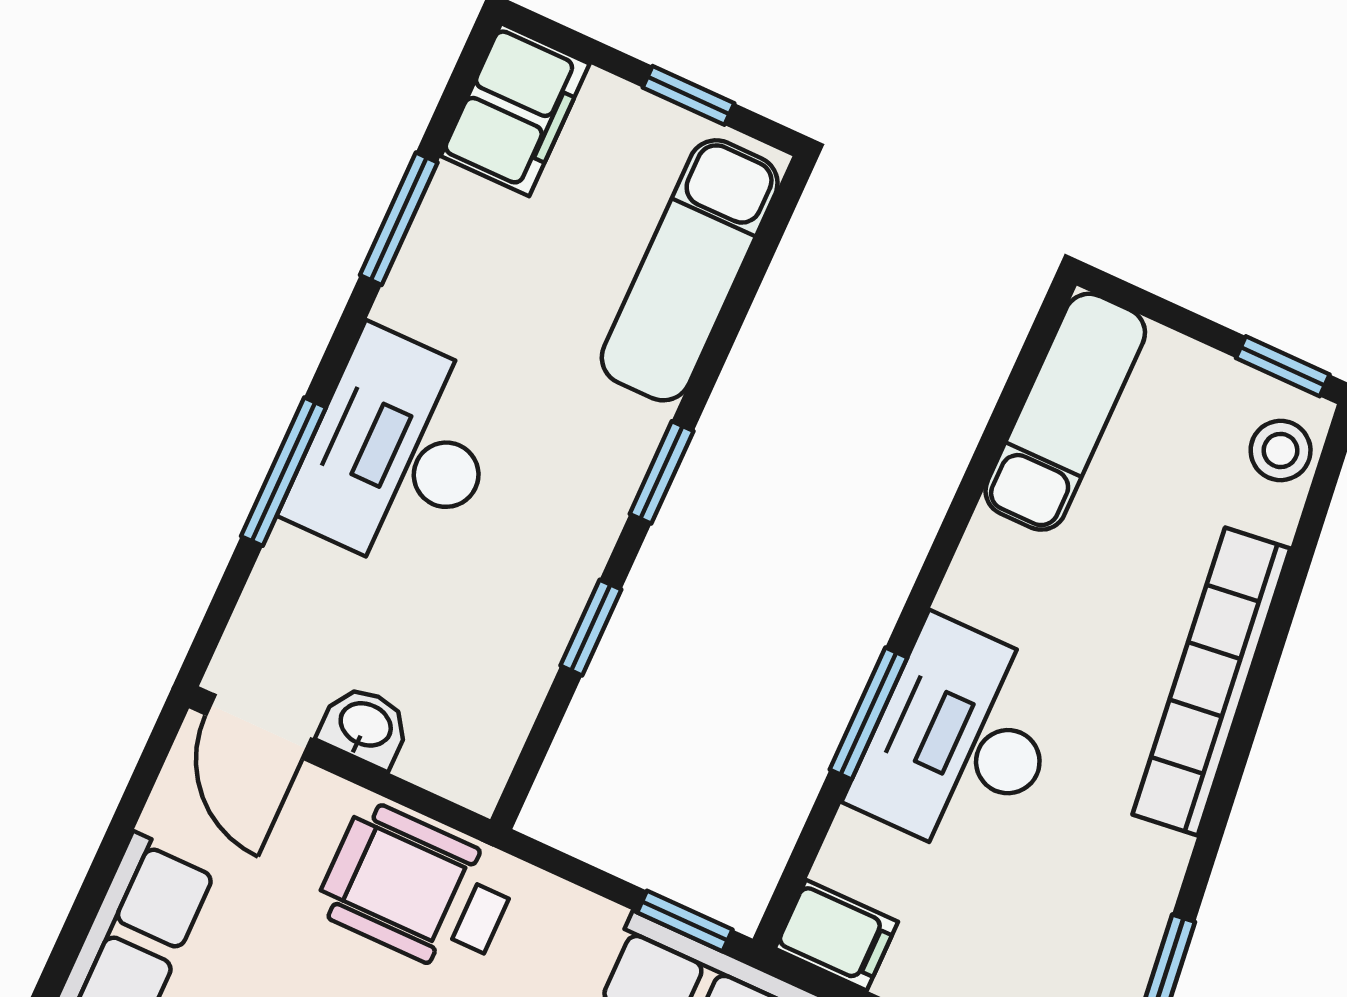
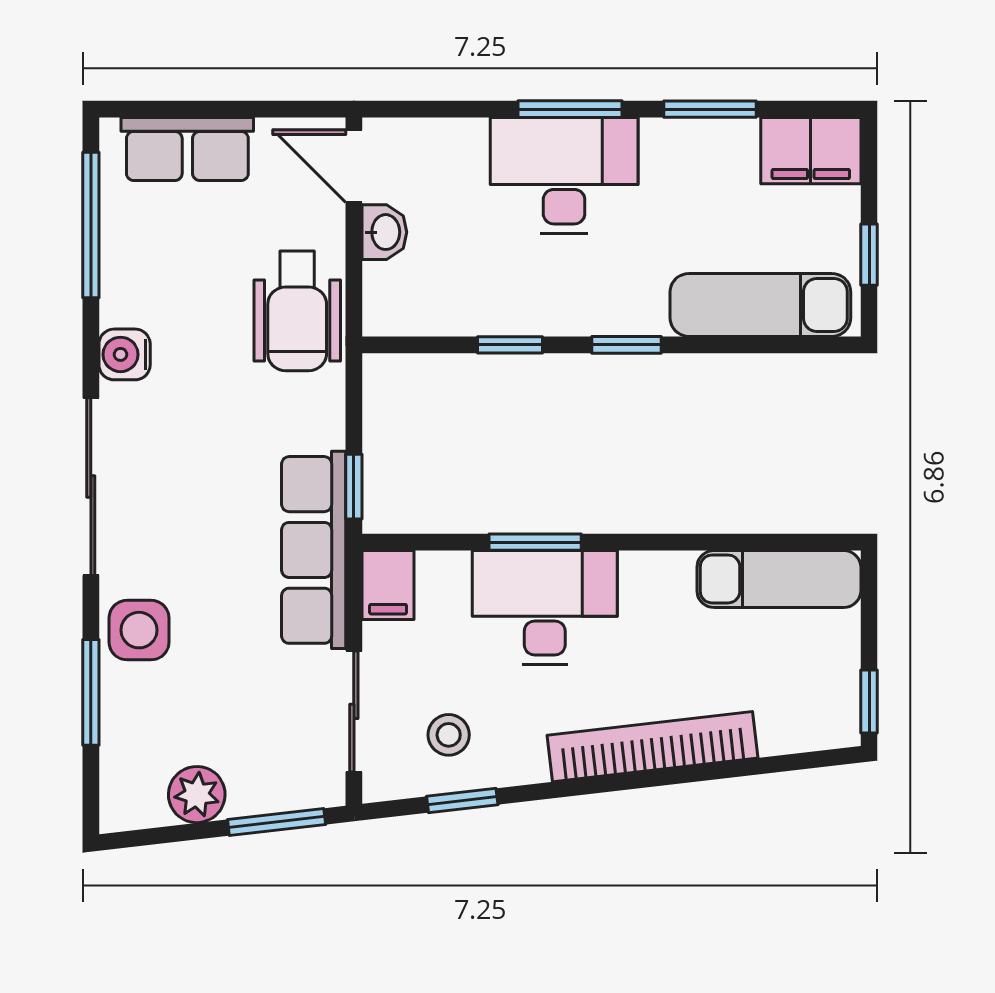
stool: (1281, 451) -> (449, 735), moved
window: (283, 472) -> (570, 109), moved
door: (259, 727) -> (354, 166), hinge flipped
wheelchair: (417, 890) -> (297, 311), turned 180

